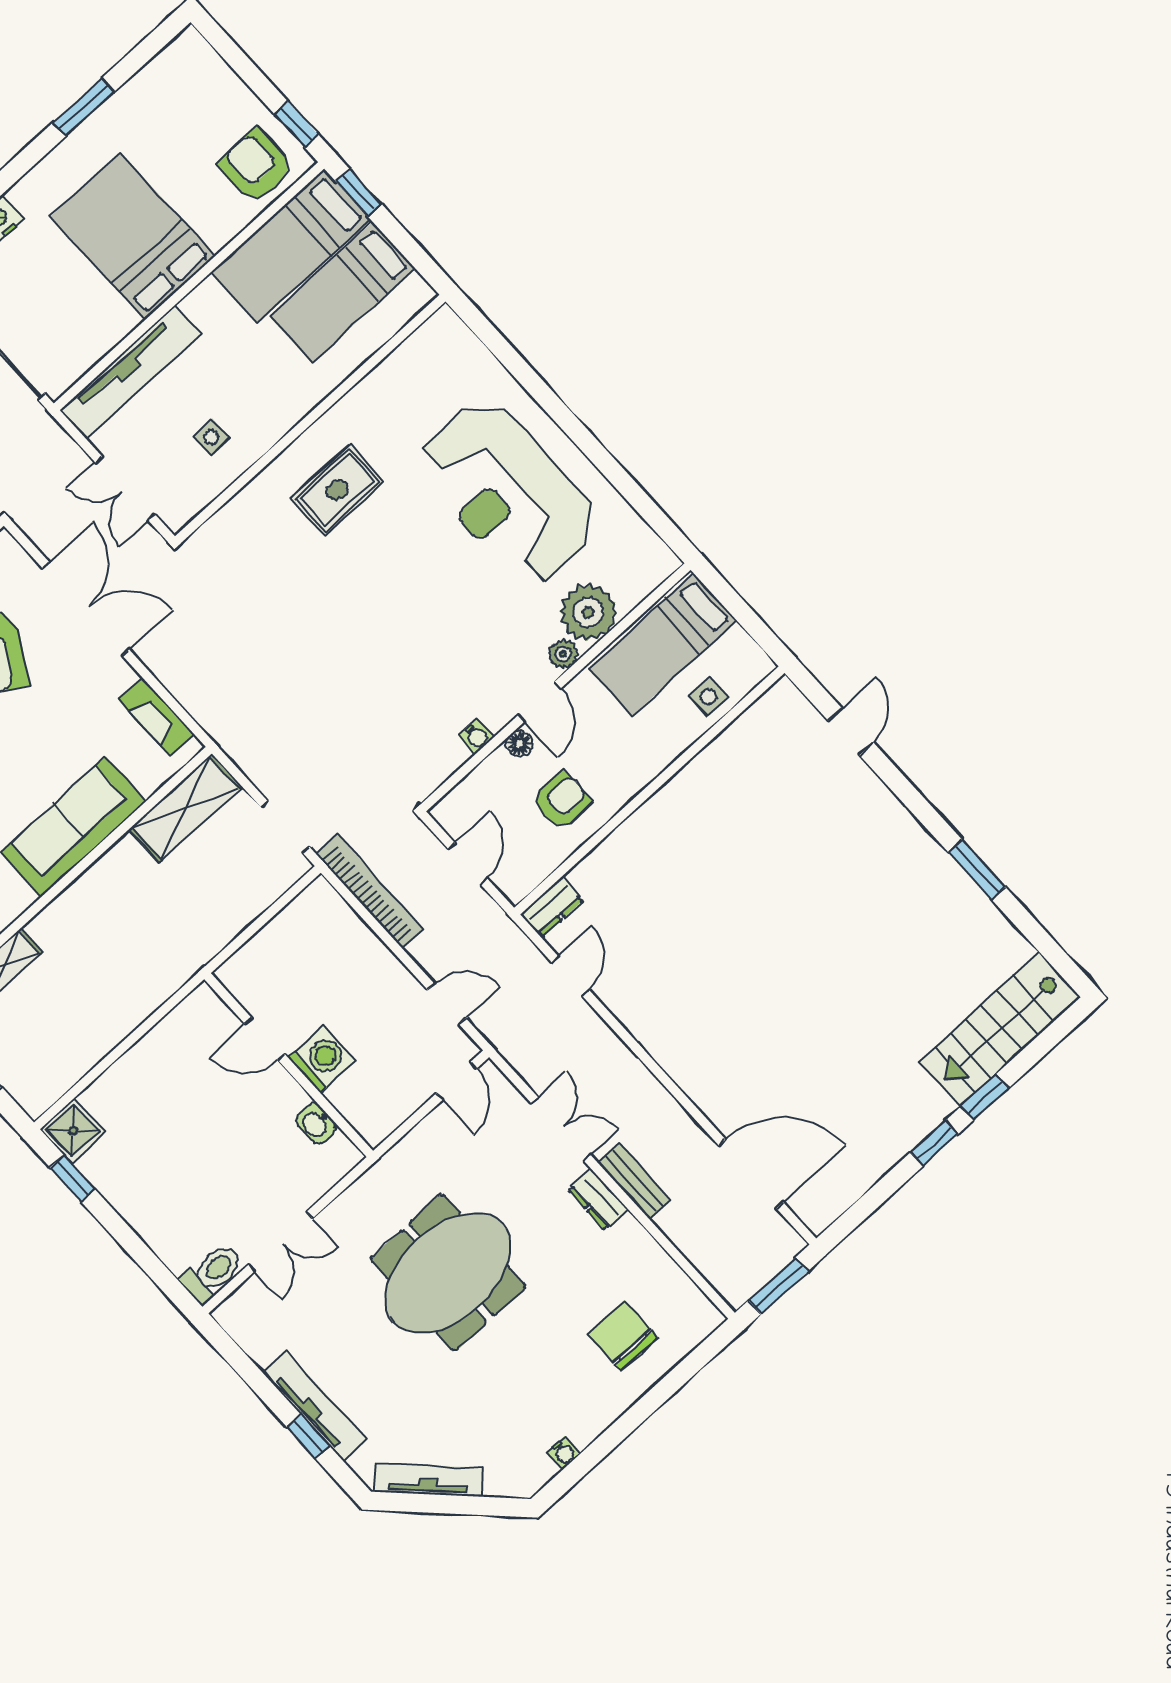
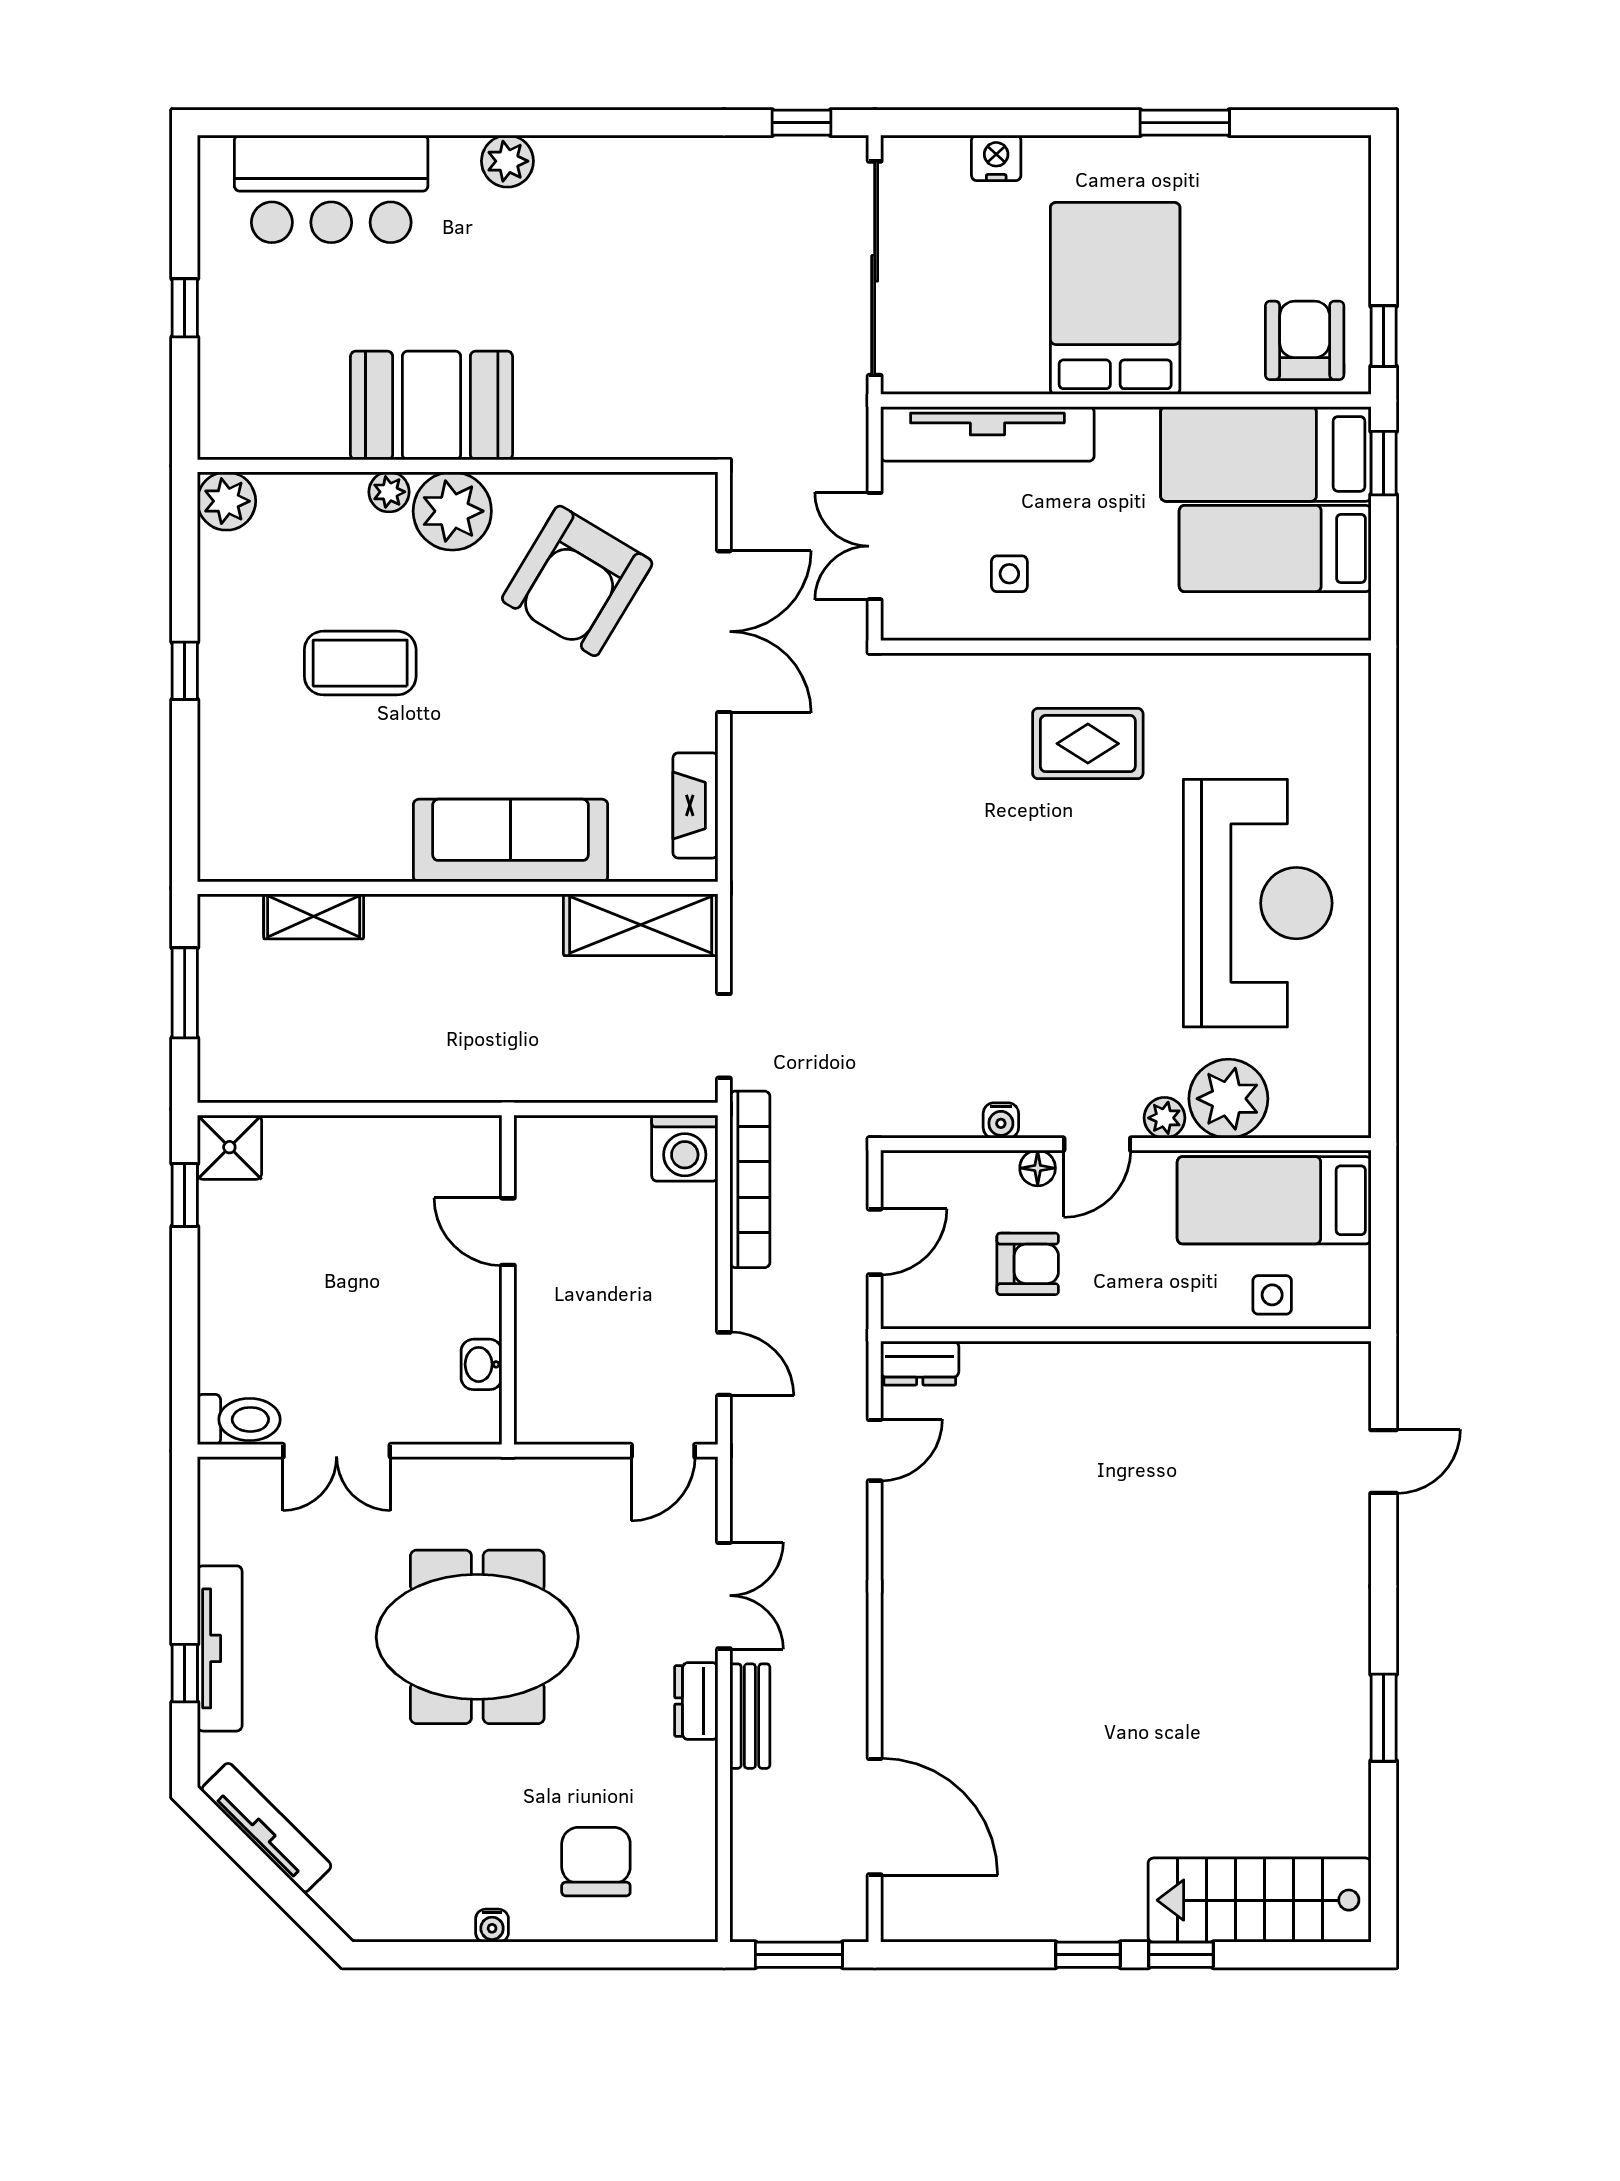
reception desk: (508, 492) -> (1258, 903), turned 180
washing machine: (322, 1059) -> (685, 1148), moved, turned 90
water cooler: (564, 1453) -> (492, 1926), moved

